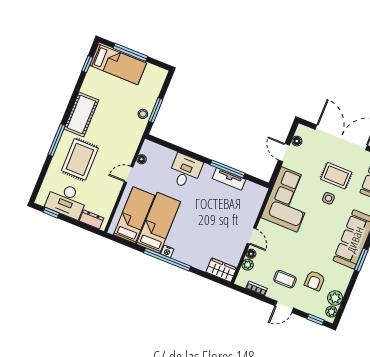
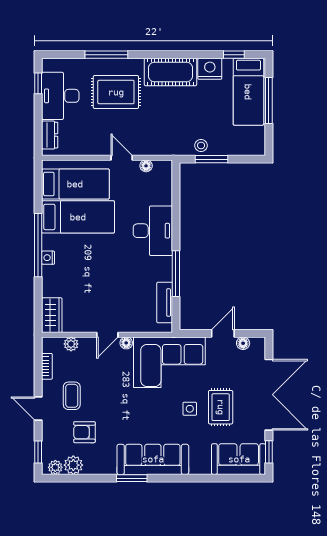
nightstand: (90, 85) -> (210, 69), added
window: (57, 140) -> (106, 55), moved
desk: (185, 171) -> (153, 231), width x1.37
tv unit: (229, 179) -> (165, 303), moved
nightstand: (167, 251) -> (48, 258), moved
floor lamp: (251, 254) -> (126, 343), moved

